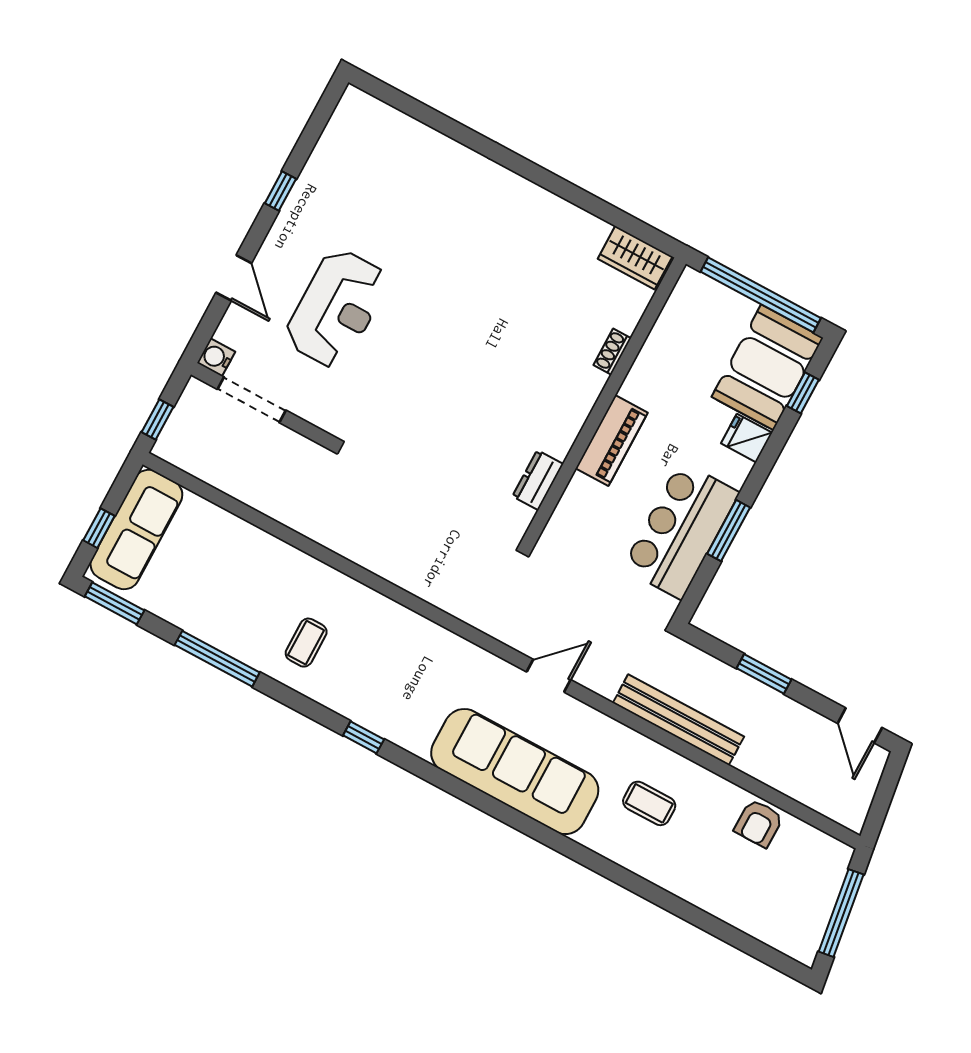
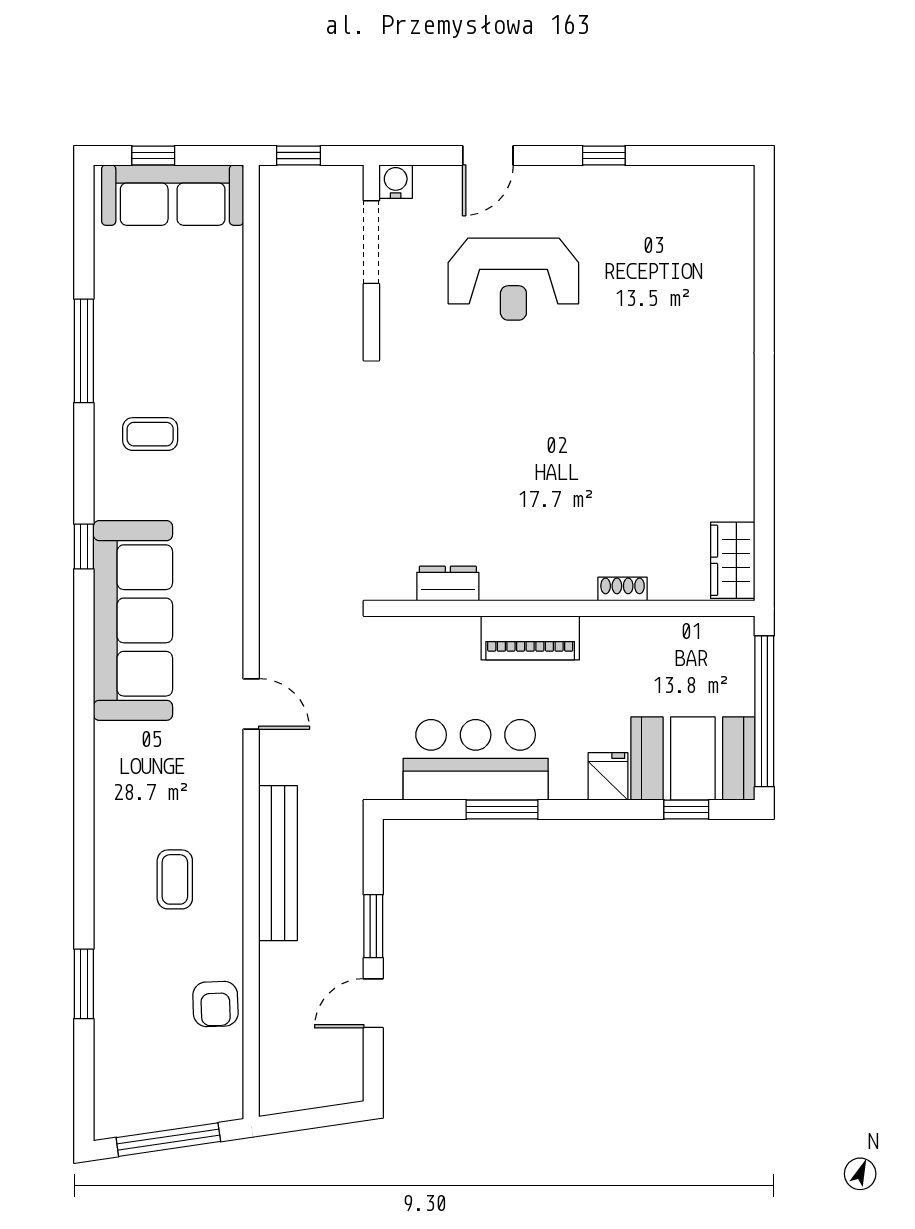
window: (115, 603) -> (84, 984), moved
door: (860, 725) -> (373, 1003), moved
sofa: (515, 772) -> (133, 620), moved
armchair: (759, 823) -> (215, 1004), turned -92

